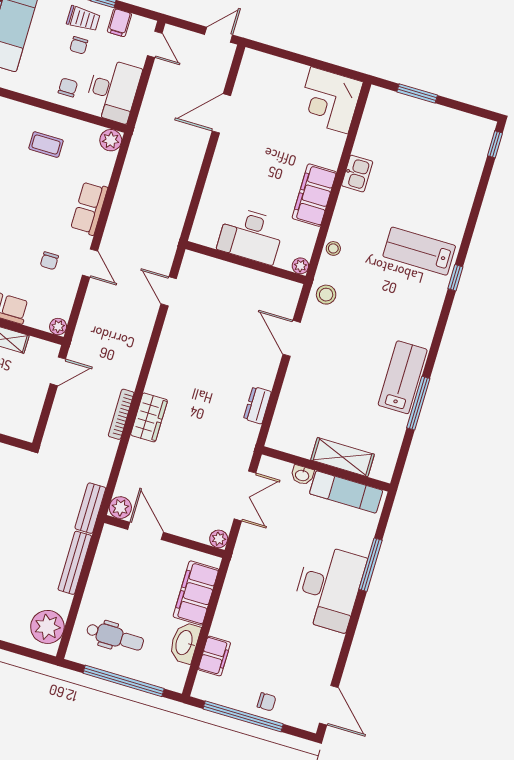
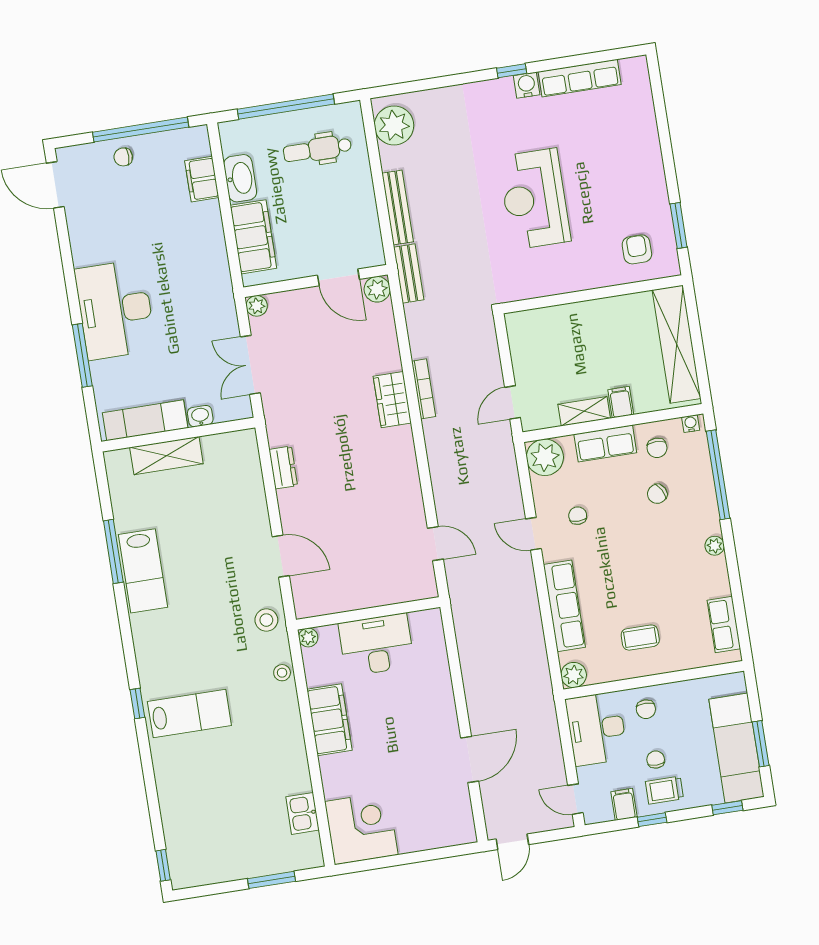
kitchen sink: (357, 174) -> (302, 813), moved
row of seats: (89, 208) -> (564, 606), width x1.48
plant: (58, 327) -> (545, 457), width x1.88, depth x1.88

